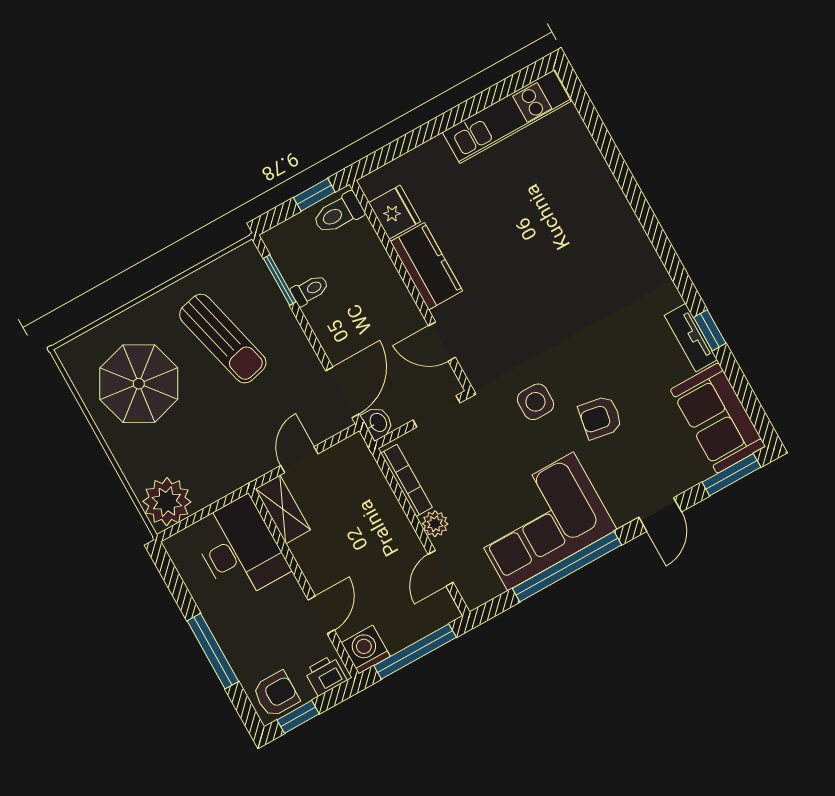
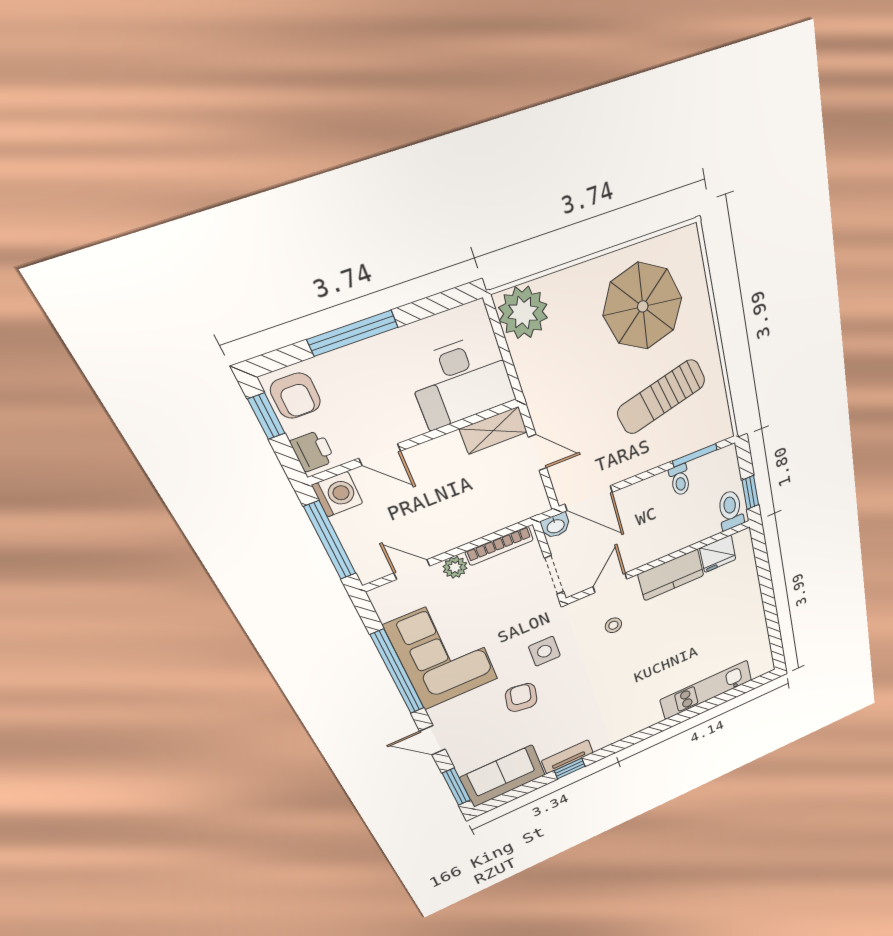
kitchen unit: (507, 117) -> (706, 690), moved, turned 90
stool: (497, 323) -> (613, 625), added

